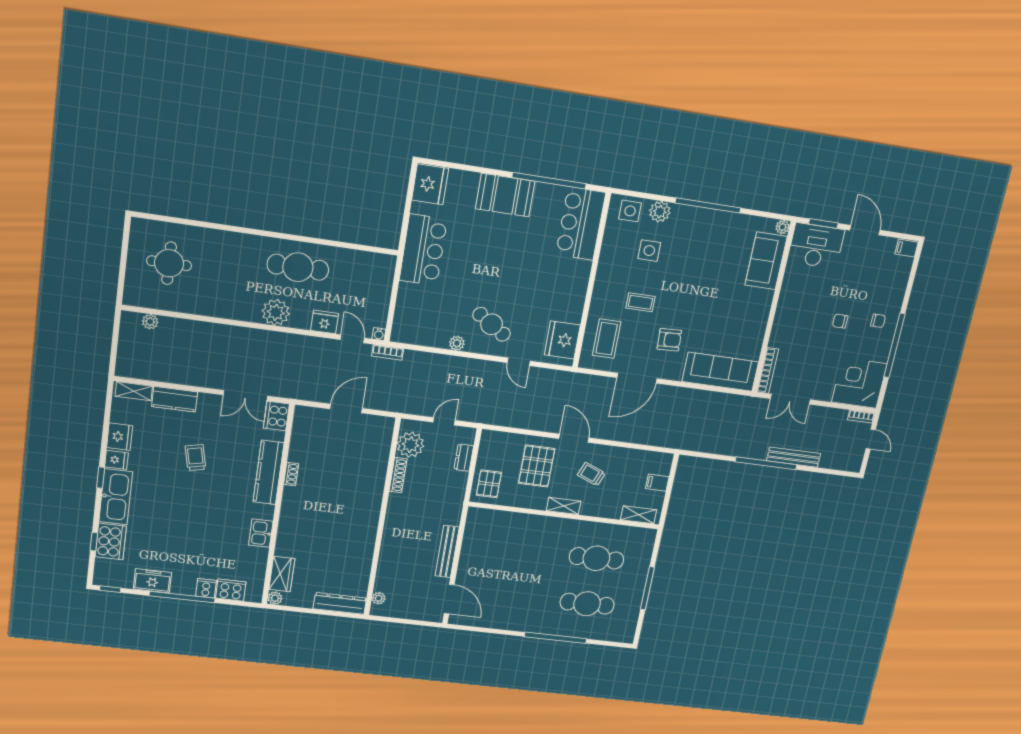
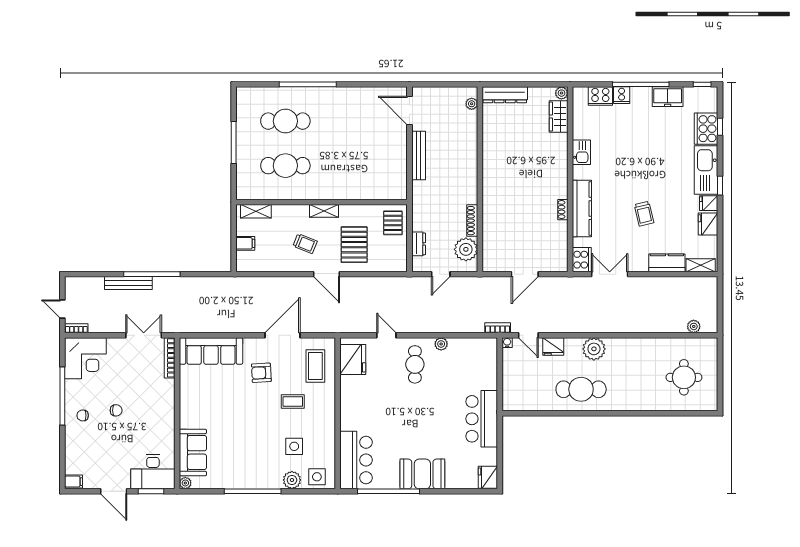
fridge: (430, 184) -> (488, 477), width x0.73, depth x0.75
cafe table: (492, 324) -> (415, 364), turned 57

